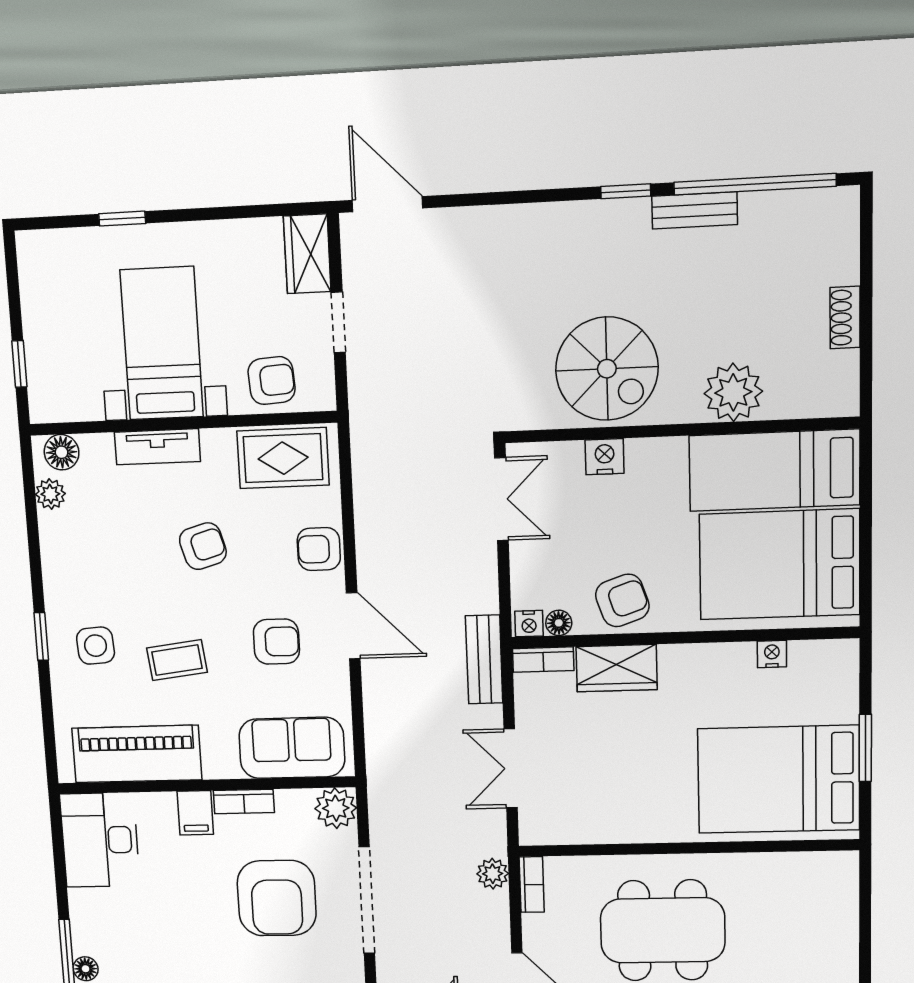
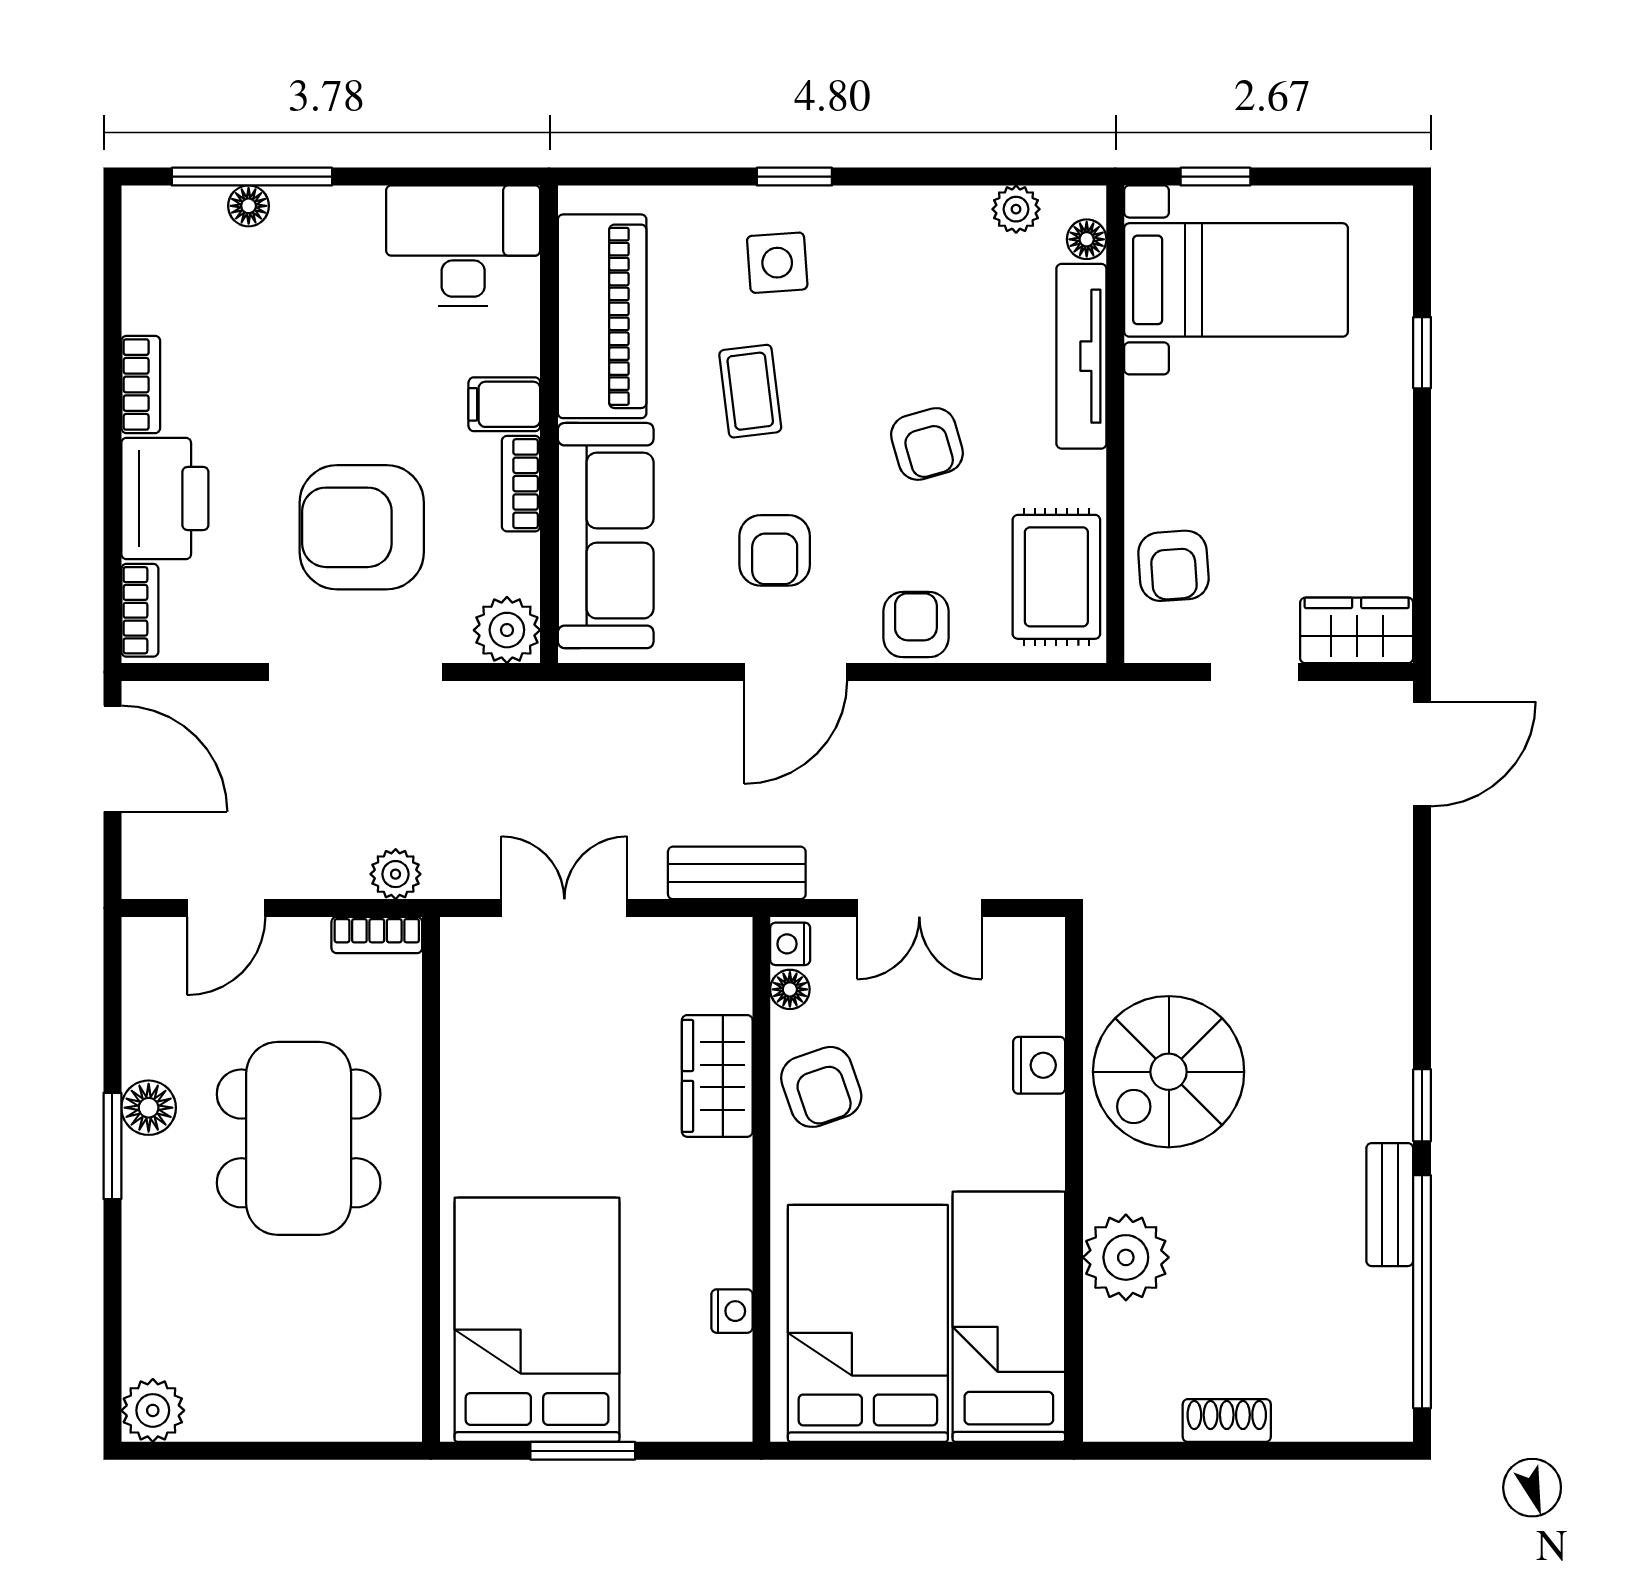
bed with nightstands: (162, 343) -> (1236, 280), moved
tv unit: (157, 447) -> (1081, 356), width x1.41
floor lamp: (62, 452) -> (1087, 239), width x0.73, depth x0.73
double door: (501, 499) -> (919, 908), moved
bookcase: (543, 660) -> (734, 964), removed
sofa: (292, 748) -> (606, 536), width x1.36

